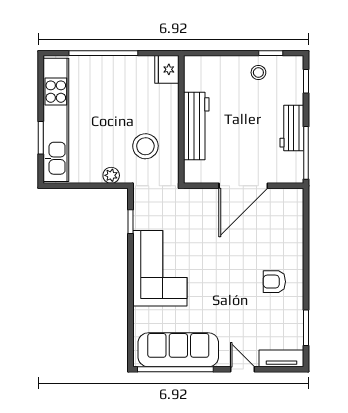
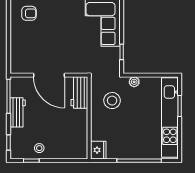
workbench: (196, 126) -> (79, 92), moved, width x0.73
door: (243, 186) -> (49, 75), swing flipped

